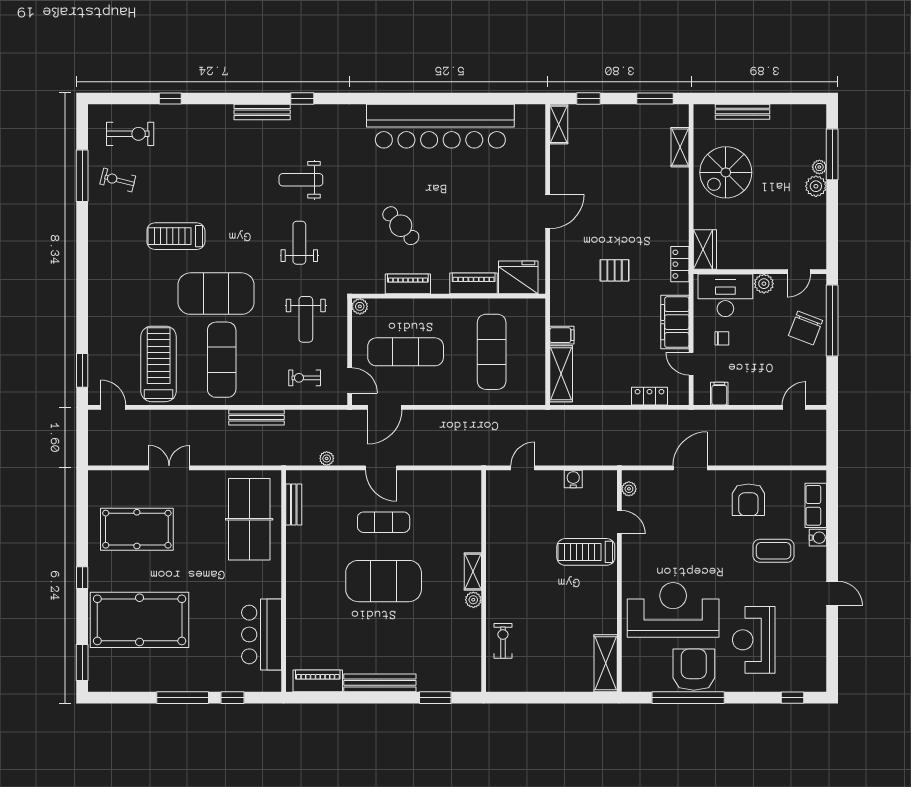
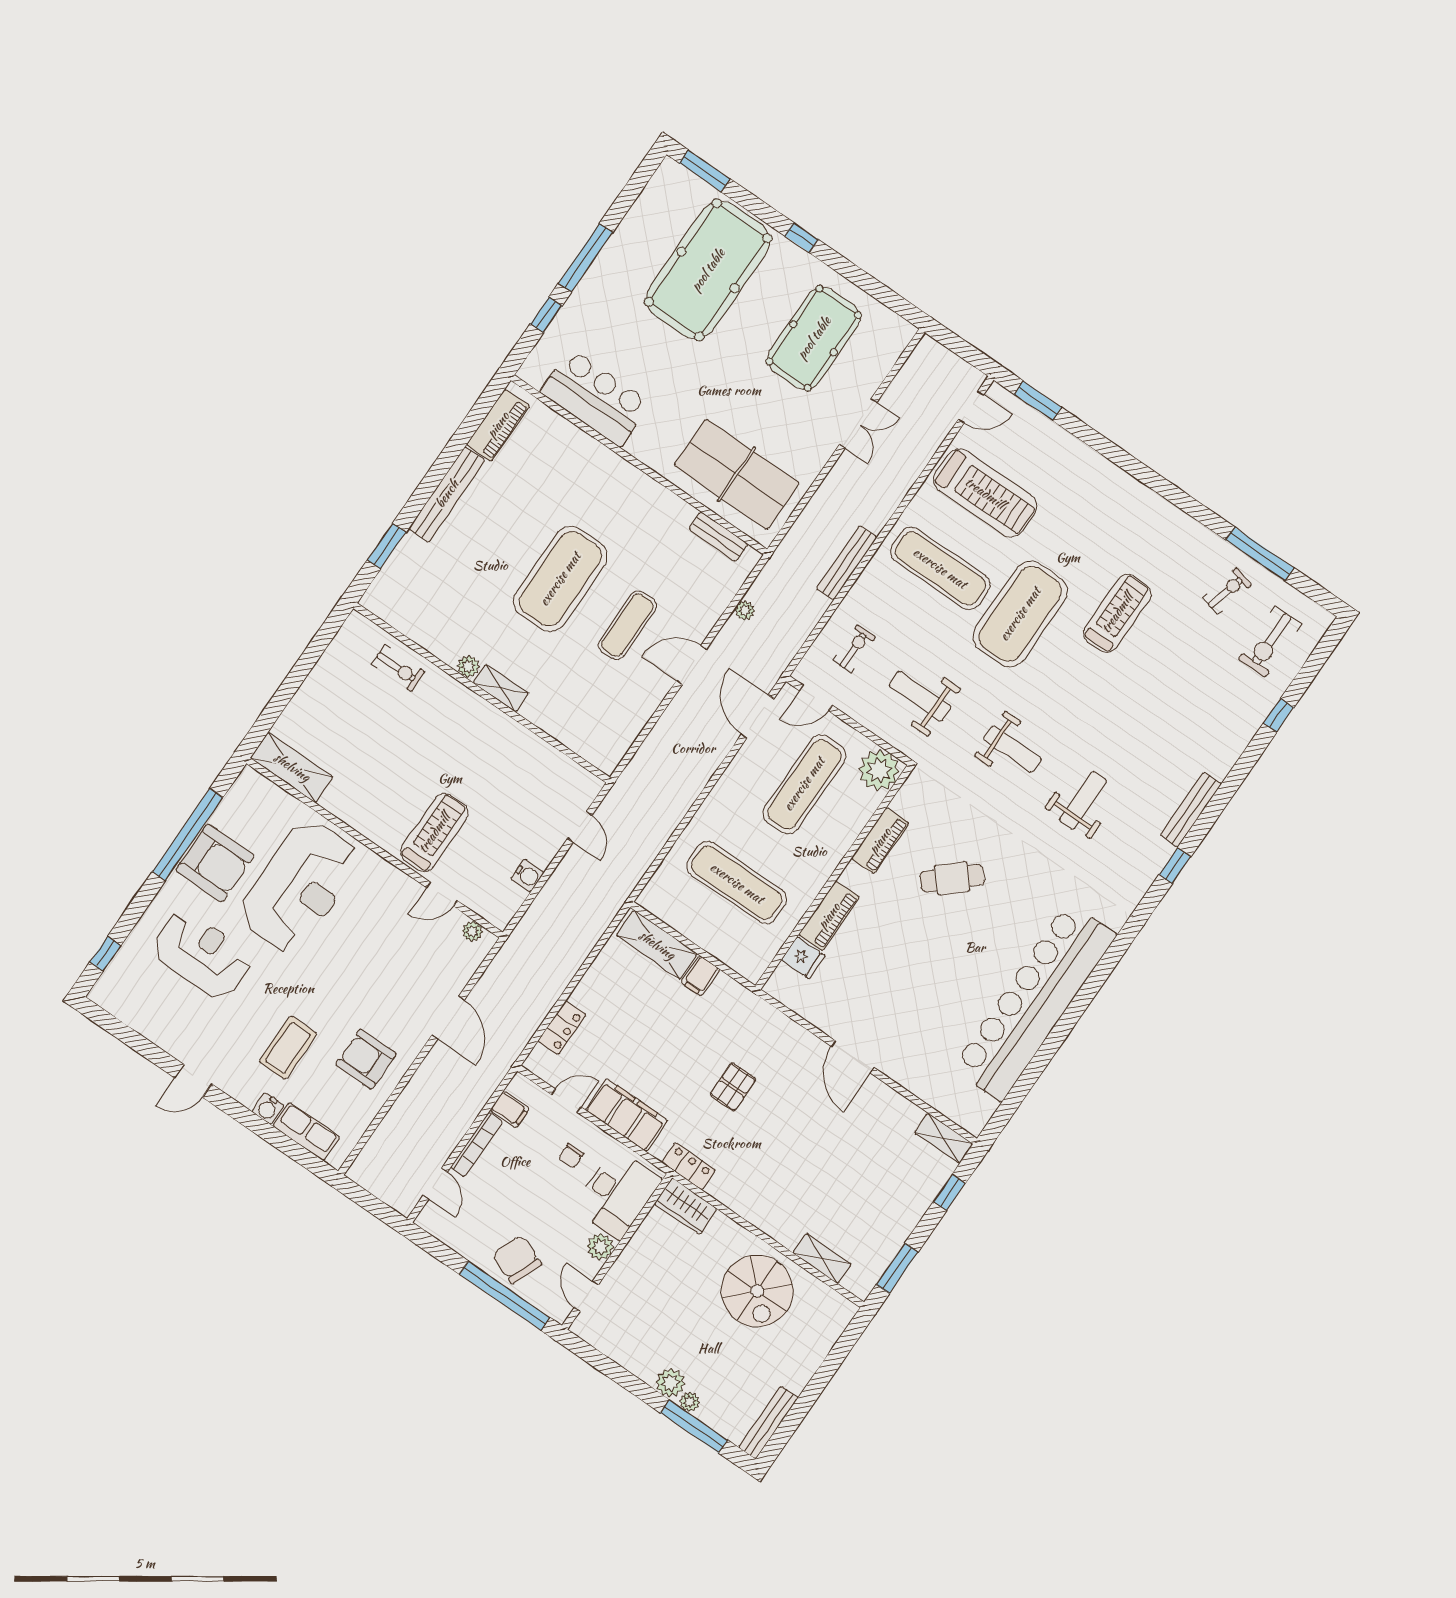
bench: (743, 112) -> (768, 1423), moved
spiral stairs: (726, 172) -> (757, 1291), turned 180
fridge: (518, 277) -> (803, 958), width x0.53, depth x0.75
plant: (360, 306) -> (879, 770), width x1.88, depth x1.88
bookcase: (754, 399) -> (477, 1145), added

